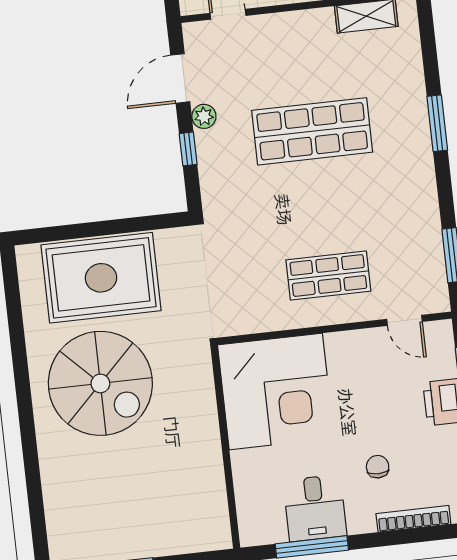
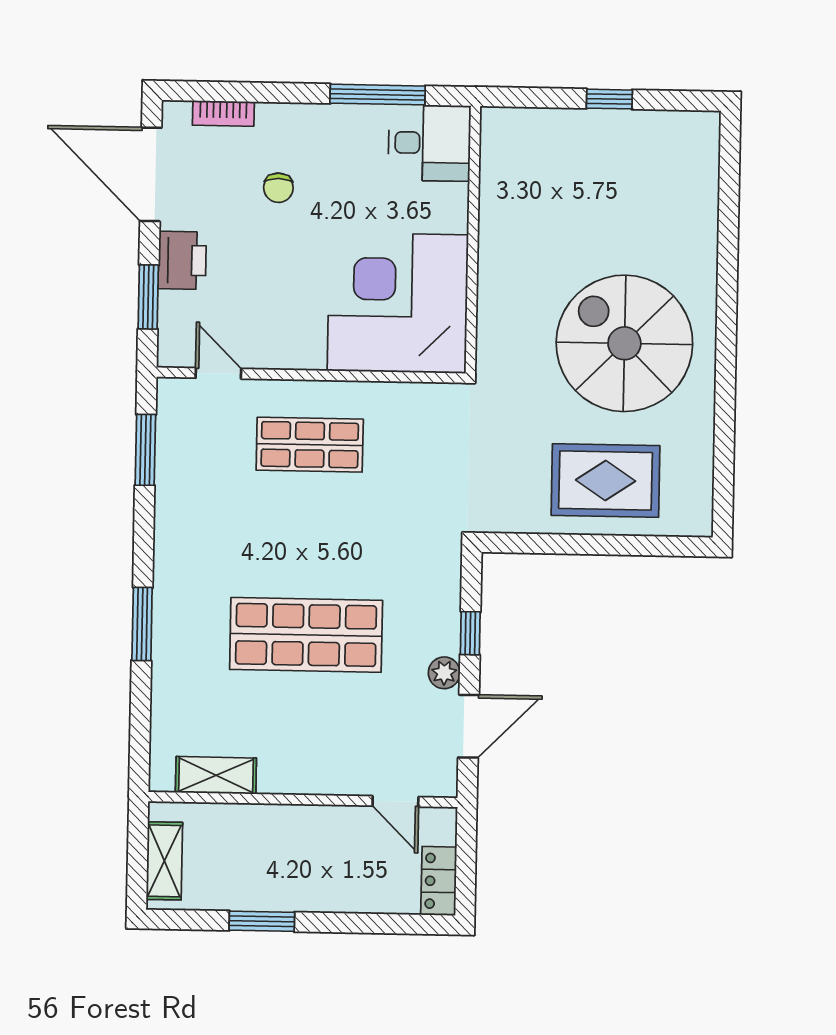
rug: (101, 278) -> (606, 481), width x0.73, depth x0.69
desk: (315, 508) -> (429, 143), moved, turned 90
bookcase: (413, 519) -> (223, 113), width x0.64

